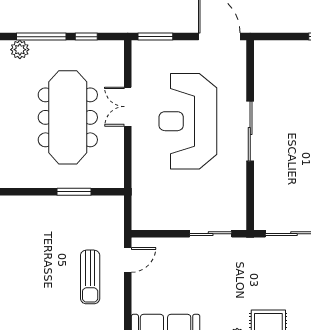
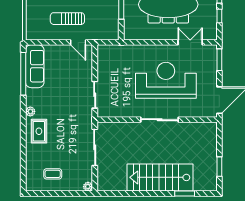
double door: (128, 107) -> (190, 42), moved

